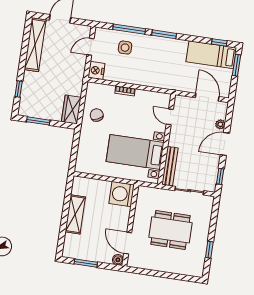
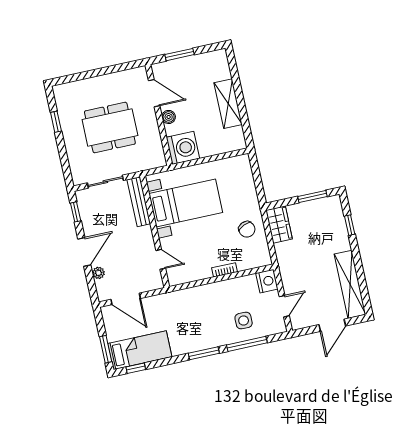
boiler: (118, 260) -> (169, 117), moved
window: (86, 263) -> (180, 55), moved

